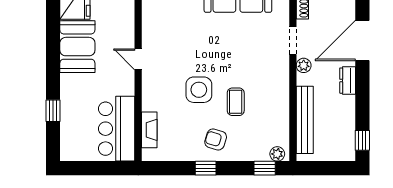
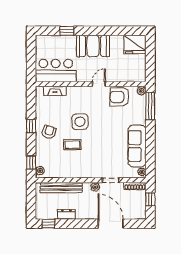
armchair: (159, 26) -> (120, 97), added
booth: (77, 47) -> (93, 46), moved
dresser: (348, 81) -> (66, 214), moved

